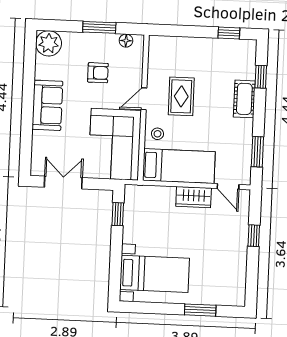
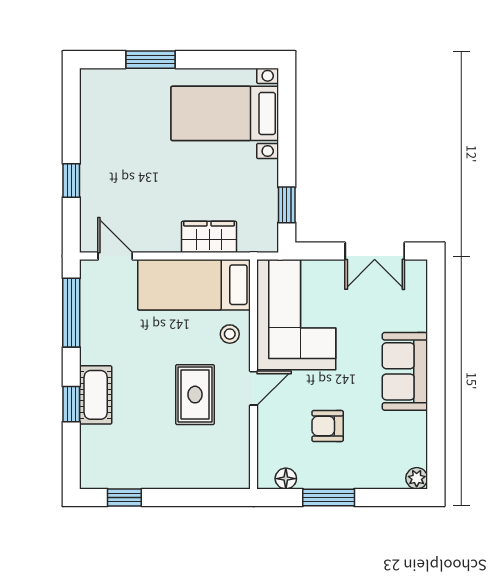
plant: (49, 43) -> (417, 478), width x0.53, depth x0.53
window: (261, 77) -> (71, 404), moved
window: (257, 152) -> (71, 313), width x1.44
wardrobe: (194, 197) -> (209, 237), moved

